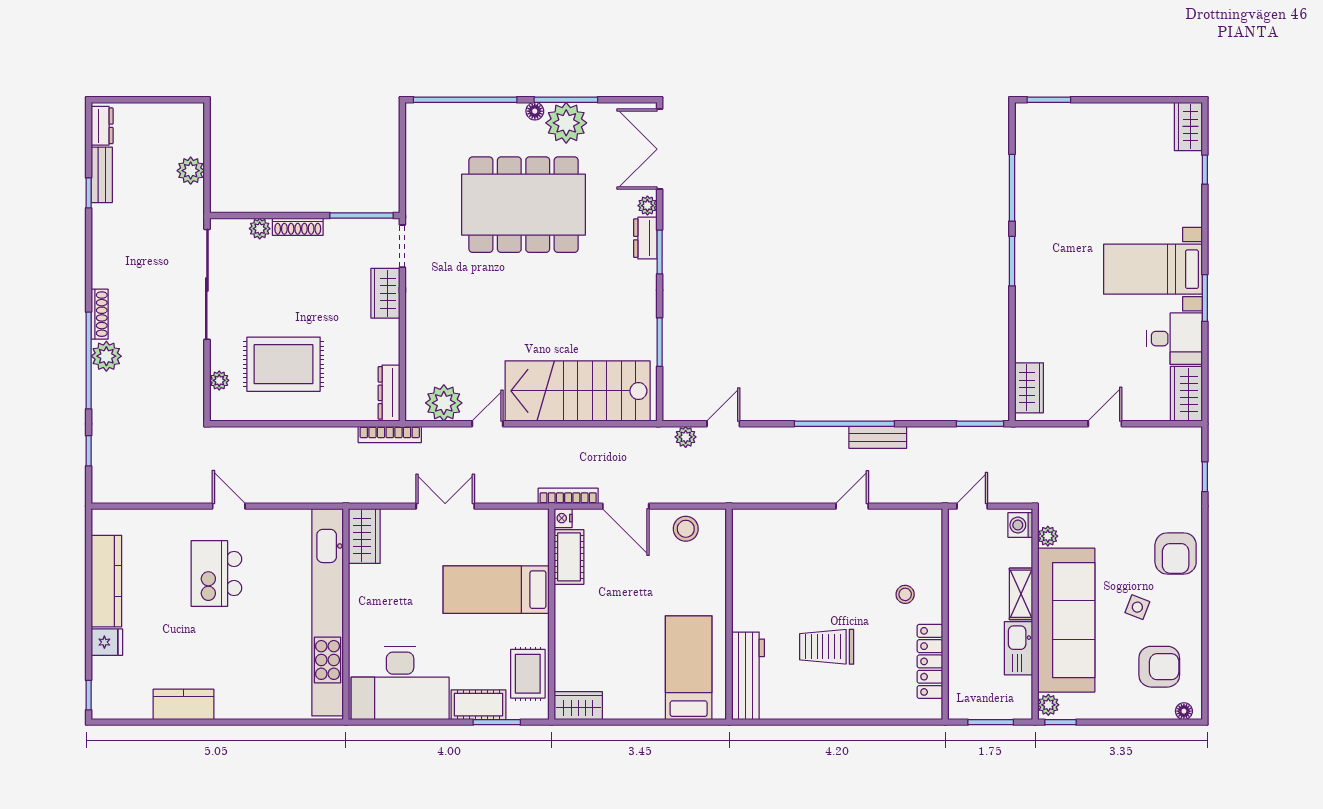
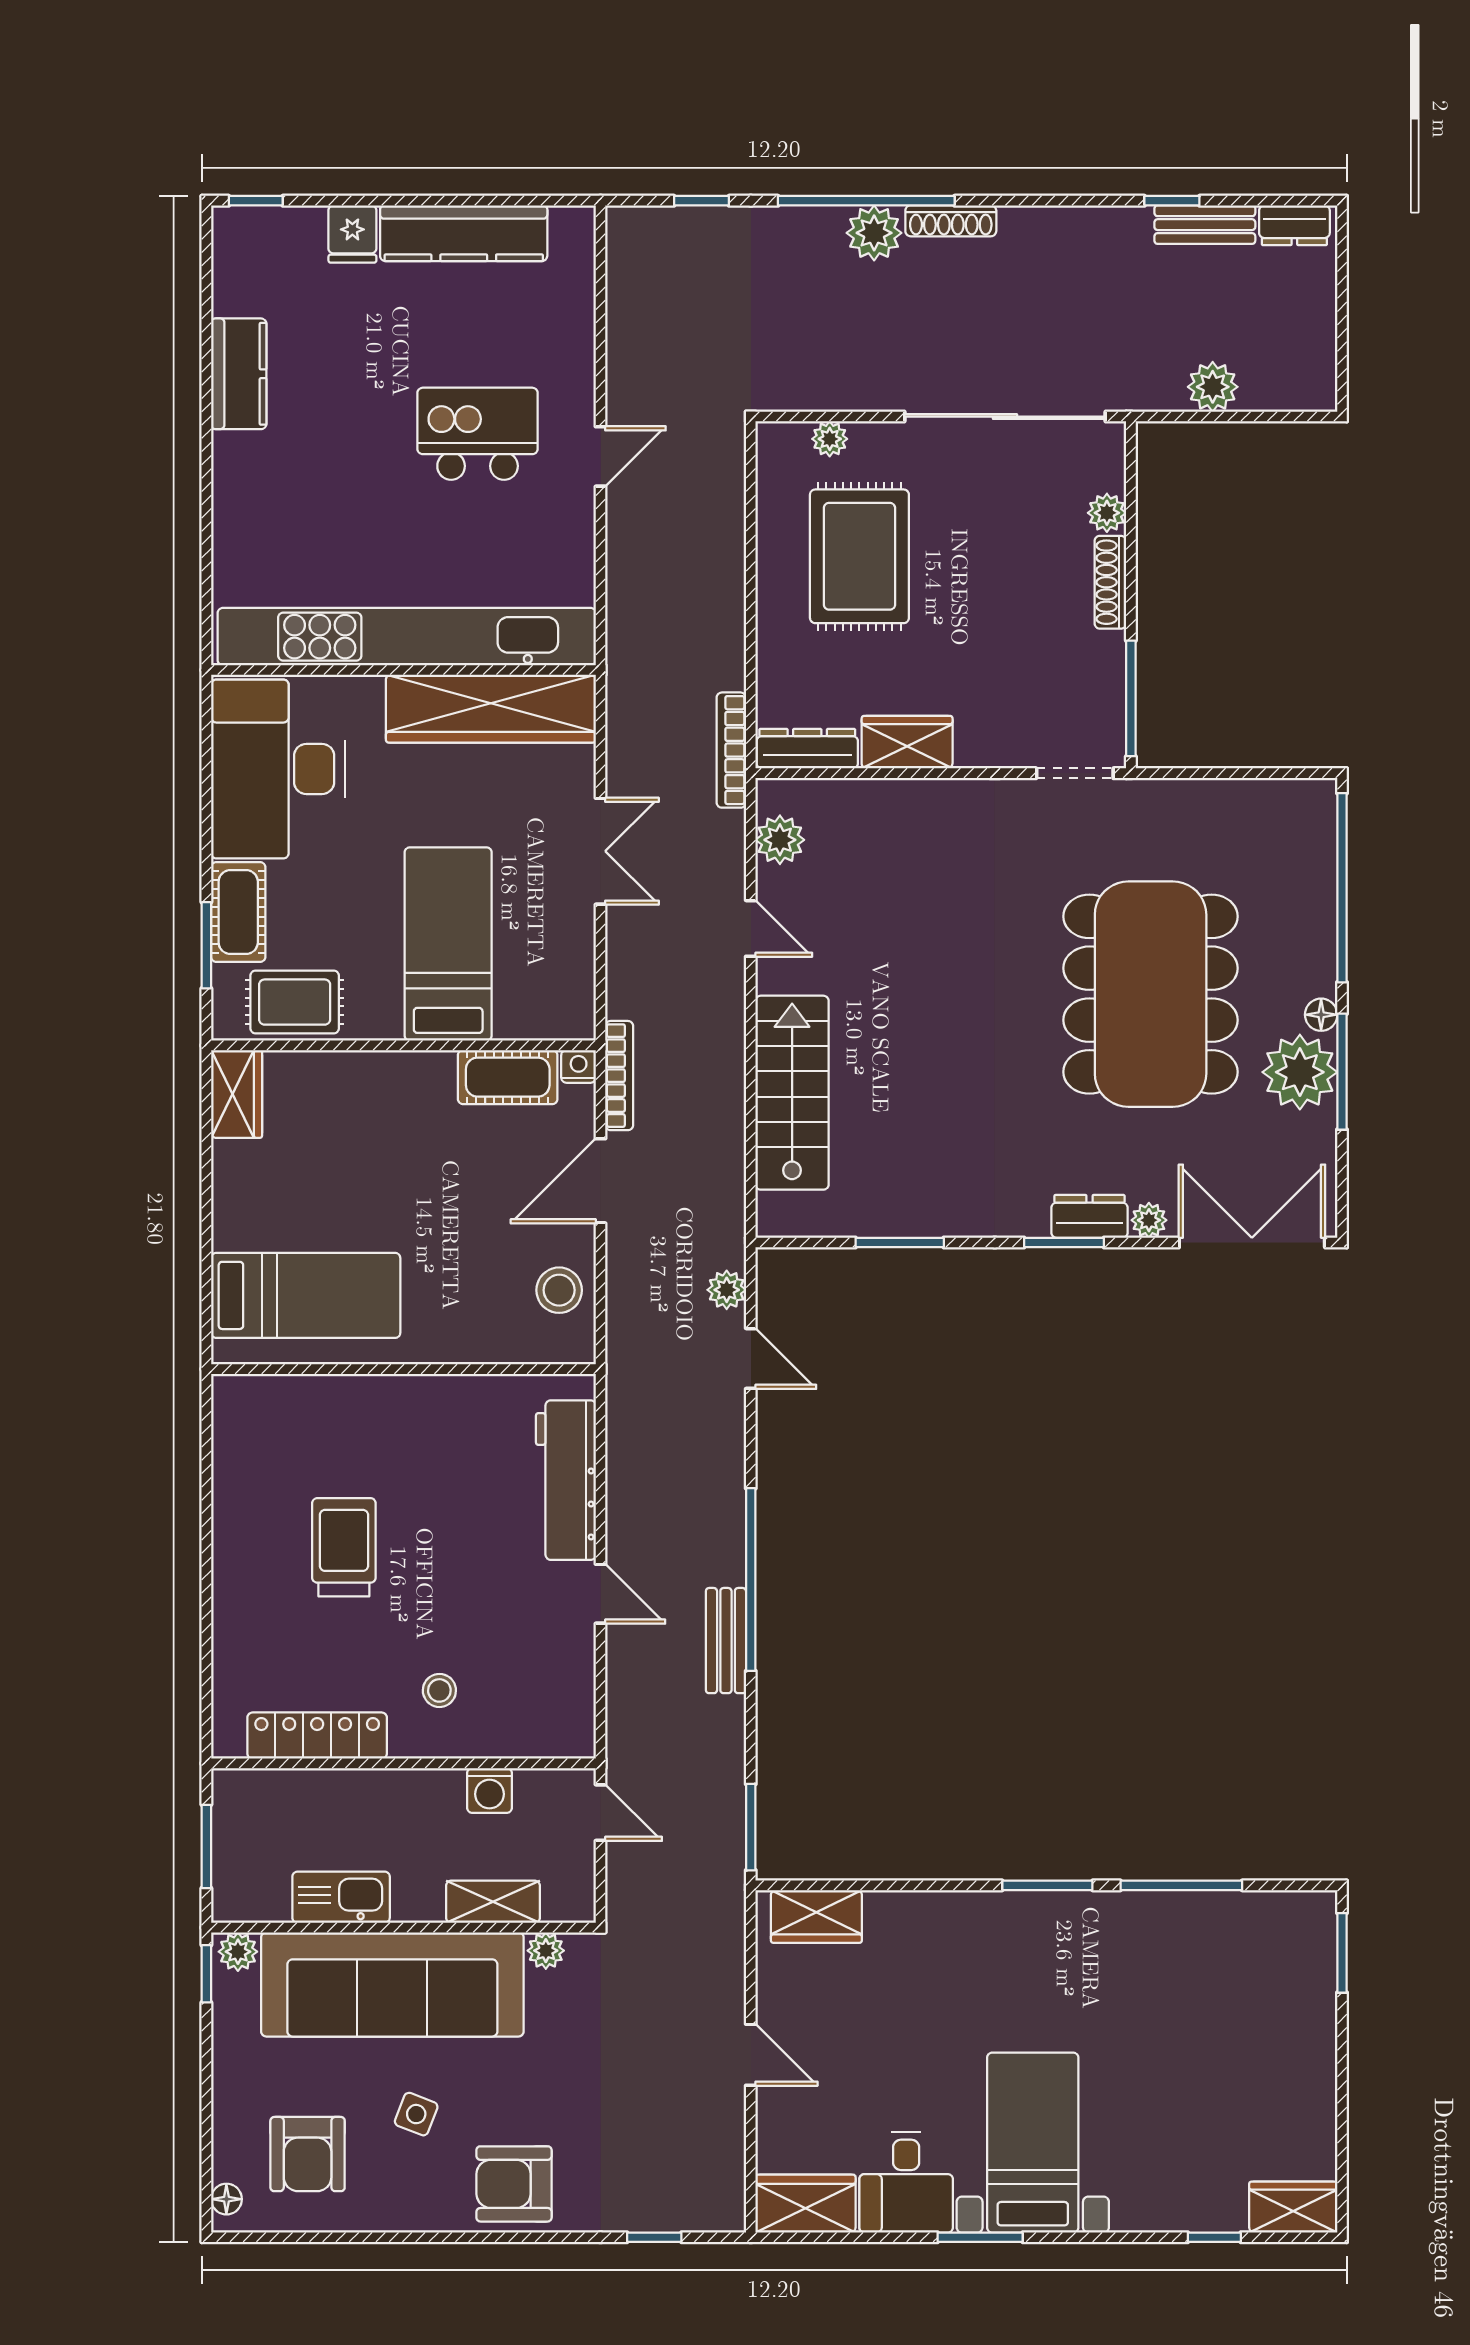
wardrobe: (385, 293) -> (907, 742), moved
stairs: (578, 391) -> (792, 1093), width x0.73, depth x0.66
plant: (444, 403) -> (780, 840), width x0.73, depth x0.73
washing machine: (1020, 525) -> (489, 1790), moved, turned 180
wardrobe: (364, 536) -> (491, 709), width x2.10, depth x1.17
shelving: (1021, 594) -> (493, 1902), moved
workbench: (748, 676) -> (566, 1480), moved, turned 90

